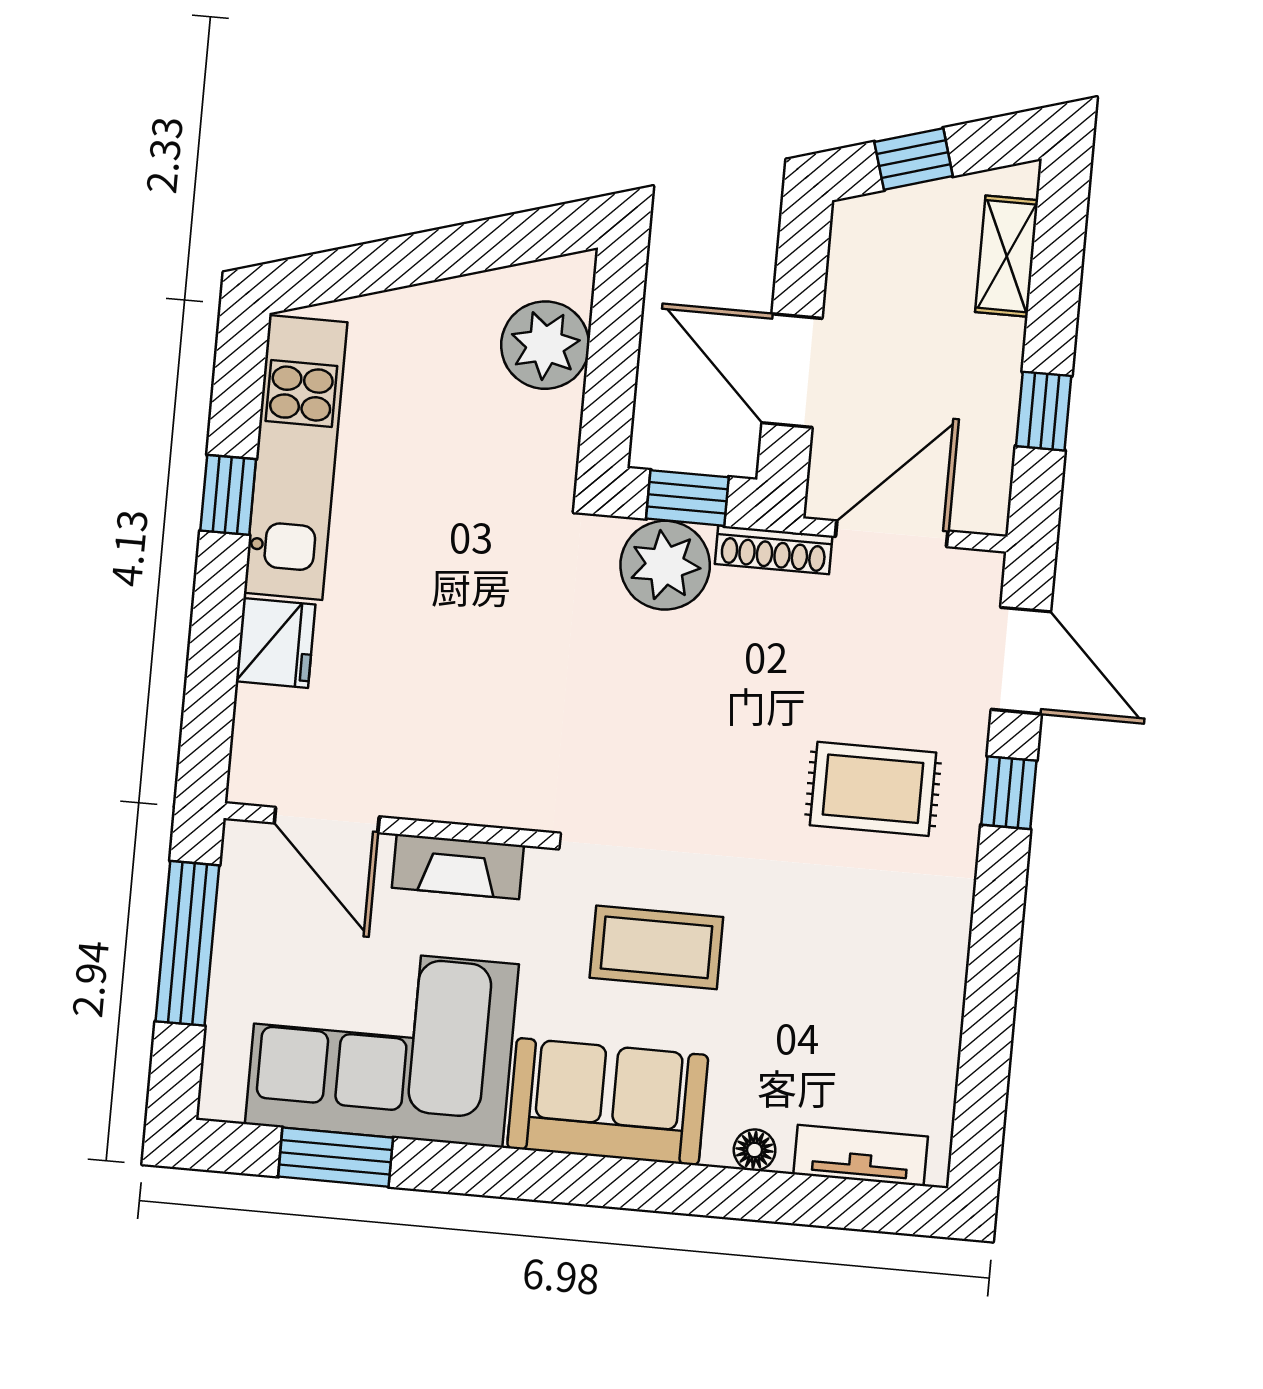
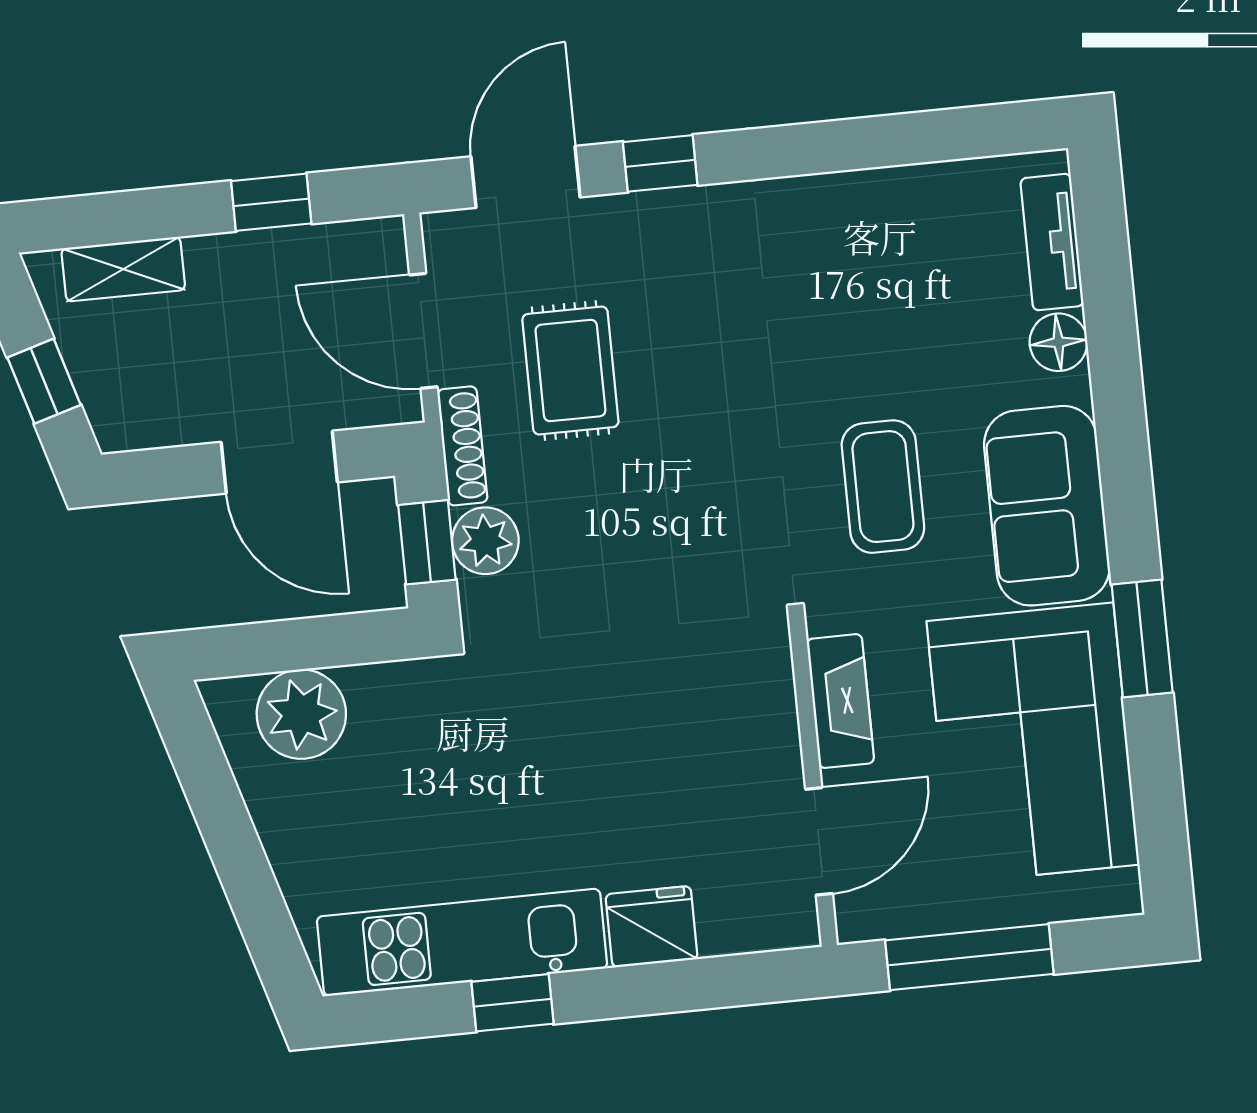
door: (792, 371) -> (279, 462), hinge flipped
plant: (665, 565) -> (485, 541), width x0.73, depth x0.73
rug: (873, 789) -> (570, 371), moved
floor lamp: (755, 1150) -> (1058, 342), width x1.37, depth x1.37
window: (336, 1157) -> (1142, 639), moved

